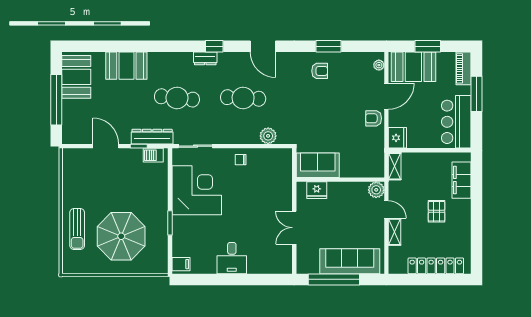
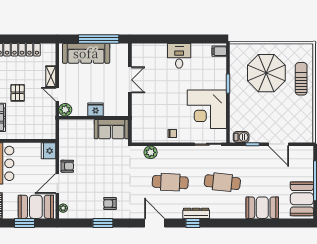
dresser: (205, 58) -> (196, 213), width x1.44
dresser: (152, 137) -> (242, 152), removed
shelving: (395, 166) -> (51, 128), removed
fridge: (317, 190) -> (96, 109), moved

